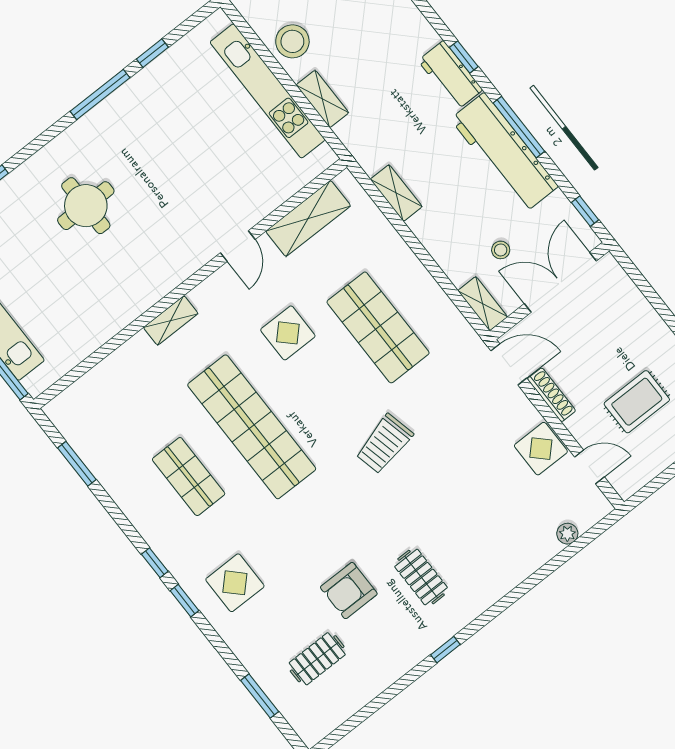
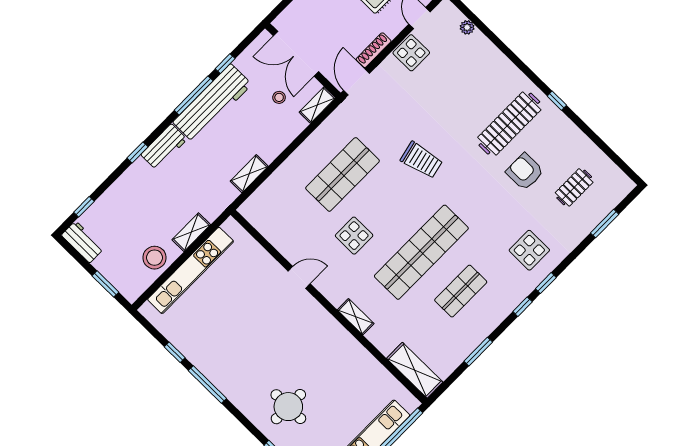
window: (464, 57) -> (137, 152), moved
round table: (86, 206) -> (288, 407), moved
window: (585, 211) -> (225, 64), moved
shelving: (308, 218) -> (415, 370), moved
window: (77, 464) -> (478, 352), moved
clothes rail: (421, 577) -> (509, 124), width x1.86, depth x1.31
armchair: (349, 591) -> (525, 172), turned 180
clothes rail: (317, 659) -> (574, 187), turned 90

